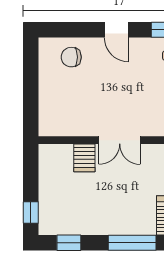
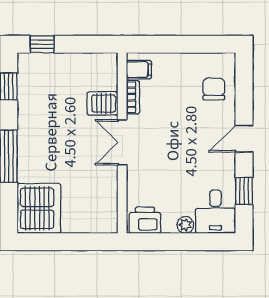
filing cabinet: (54, 125) -> (139, 70), added
bookcase: (79, 130) -> (133, 97), added

